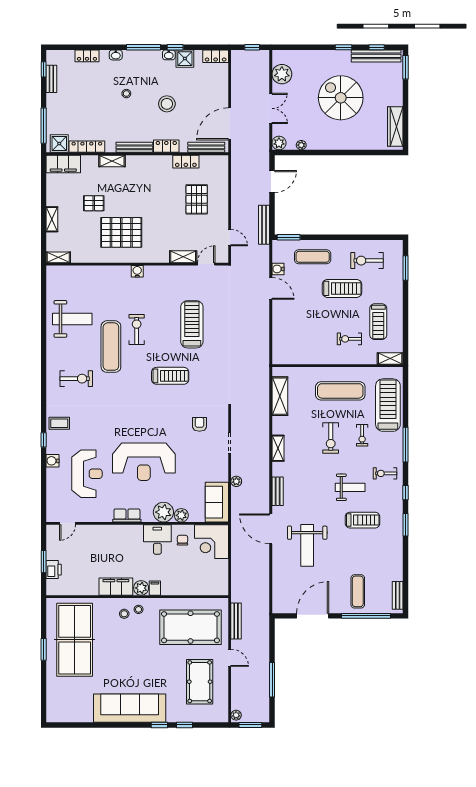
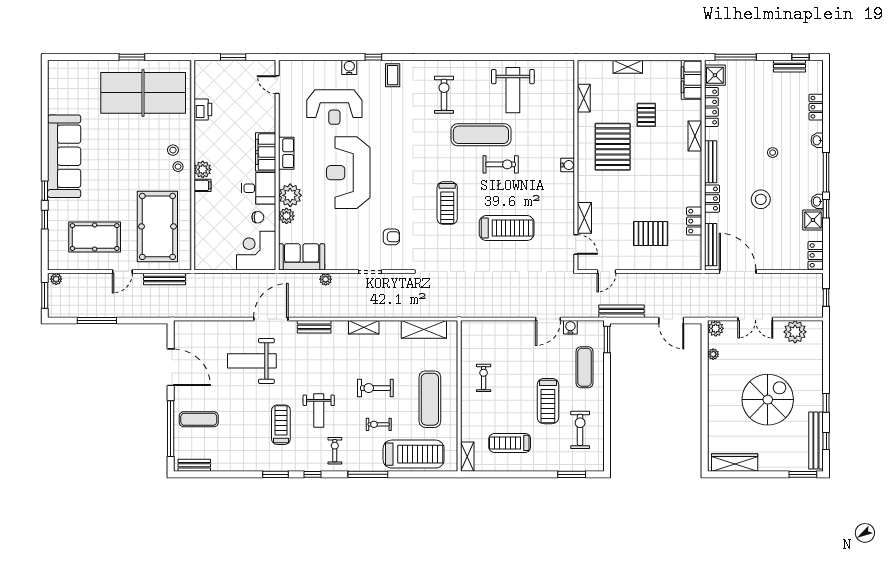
shelving: (58, 257) -> (584, 98), moved
exercise bike: (349, 339) -> (484, 378), moved
exercise bike: (76, 379) -> (444, 95), turned 180
treadmill: (362, 520) -> (281, 425), turned 180
printer: (54, 570) -> (203, 110), moved, turned -90
filing cabinet: (116, 587) -> (266, 152), moved, turned 180

